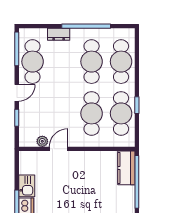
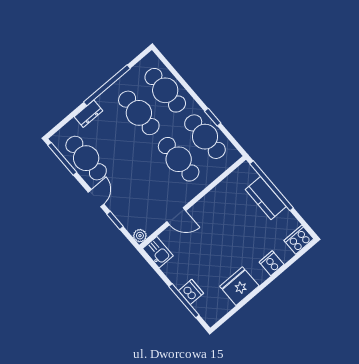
plant: (42, 141) -> (140, 236), moved
door: (59, 149) -> (176, 216), swing flipped
kitchen counter: (126, 168) -> (266, 198), moved
kitchen sink: (27, 186) -> (158, 252), moved

